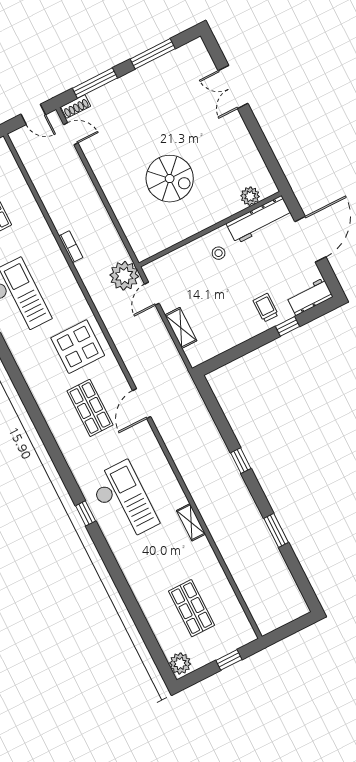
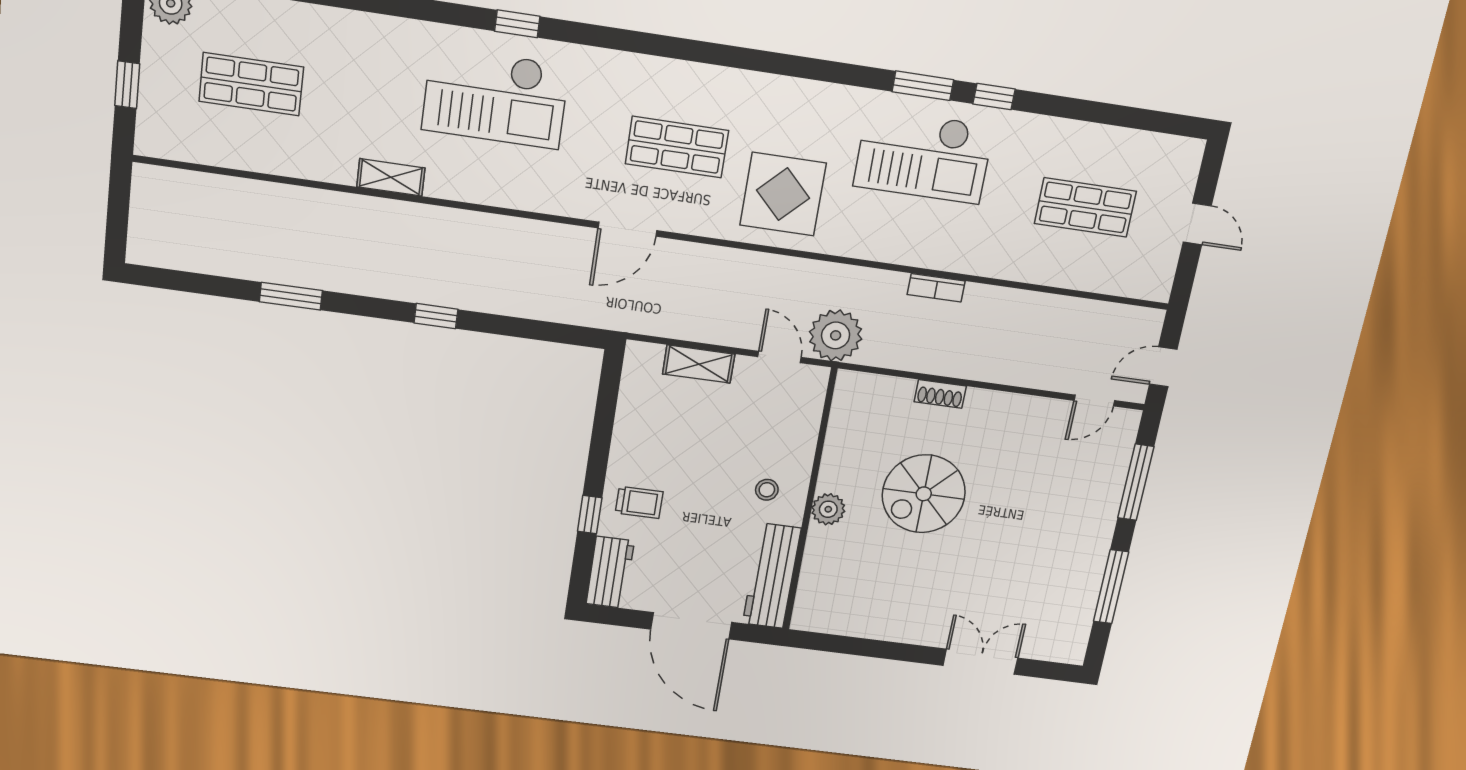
shoe rack: (76, 106) -> (940, 394), moved, turned -90
plant: (250, 196) -> (828, 509), moved
door: (142, 404) -> (627, 229), swing flipped

